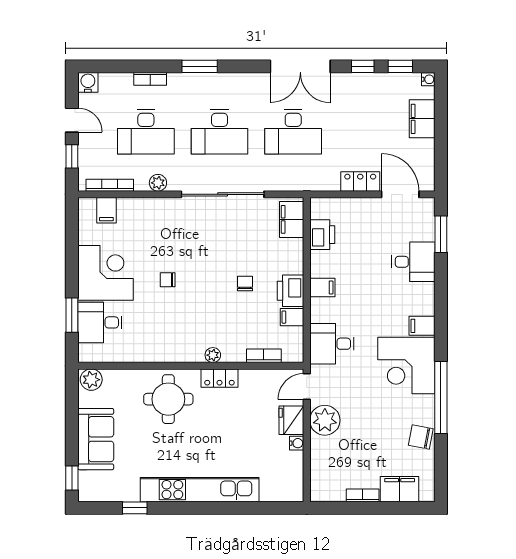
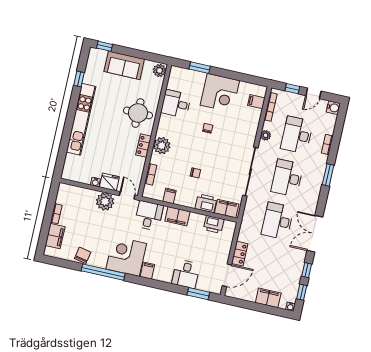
filing cabinet: (322, 287) -> (177, 216), width x2.00
printer: (291, 291) -> (206, 203), moved
desk: (100, 322) -> (176, 104), moved, turned -90
plant: (213, 355) -> (162, 146), width x1.87, depth x1.87

